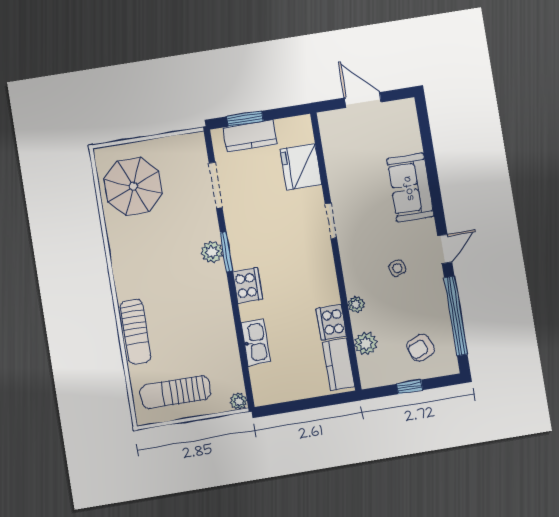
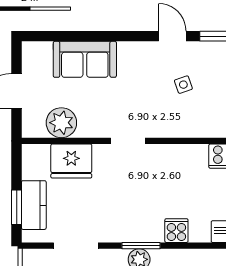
sofa: (410, 188) -> (85, 59), moved
cooker: (248, 285) -> (176, 231), width x0.73
plant: (356, 304) -> (61, 123), moved, width x1.87, depth x1.87

